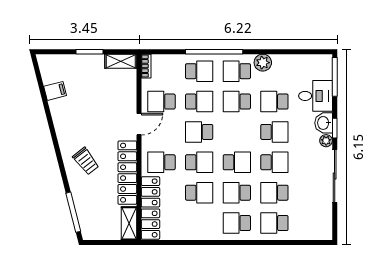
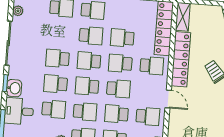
door: (139, 124) -> (168, 99), swing flipped
plant: (326, 141) -> (18, 11), moved
school desk: (274, 193) -> (87, 86), moved, turned 180

